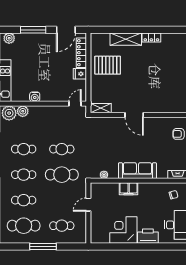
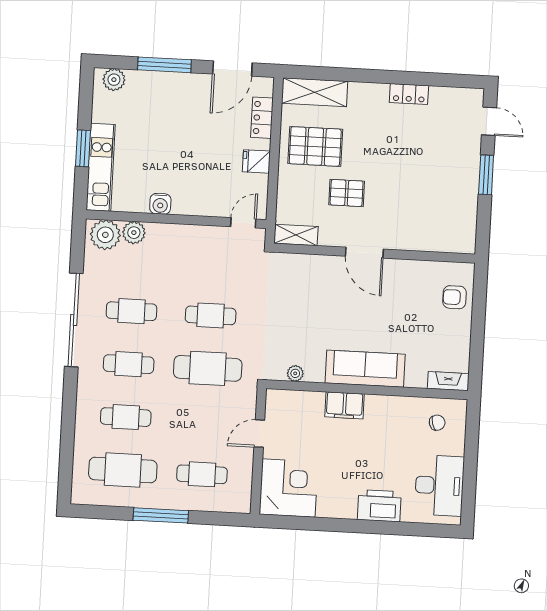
shelving: (126, 39) -> (315, 92), moved
locker: (81, 53) -> (262, 118), width x0.66
pallet: (124, 87) -> (347, 193), added
corner desk: (123, 230) -> (289, 488), moved, turned 90

